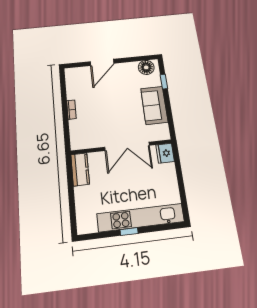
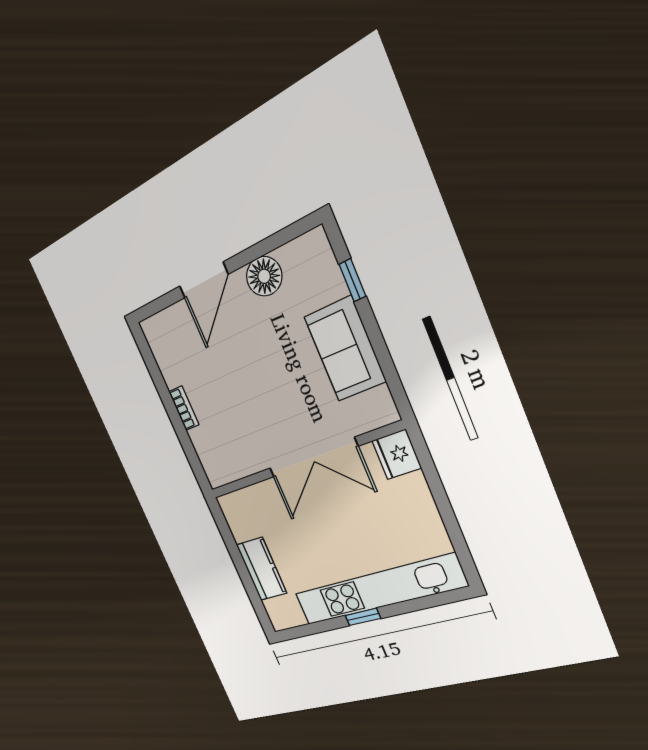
floor lamp: (146, 67) -> (264, 276), moved
kitchen counter: (80, 169) -> (261, 569), moved

